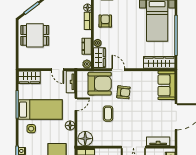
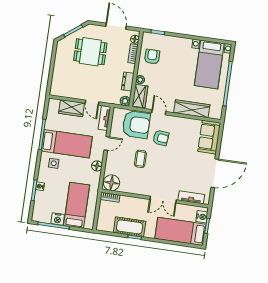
dining table: (35, 35) -> (90, 52), moved
wardrobe: (159, 62) -> (192, 109), moved
wardrobe: (29, 77) -> (71, 108), moved

